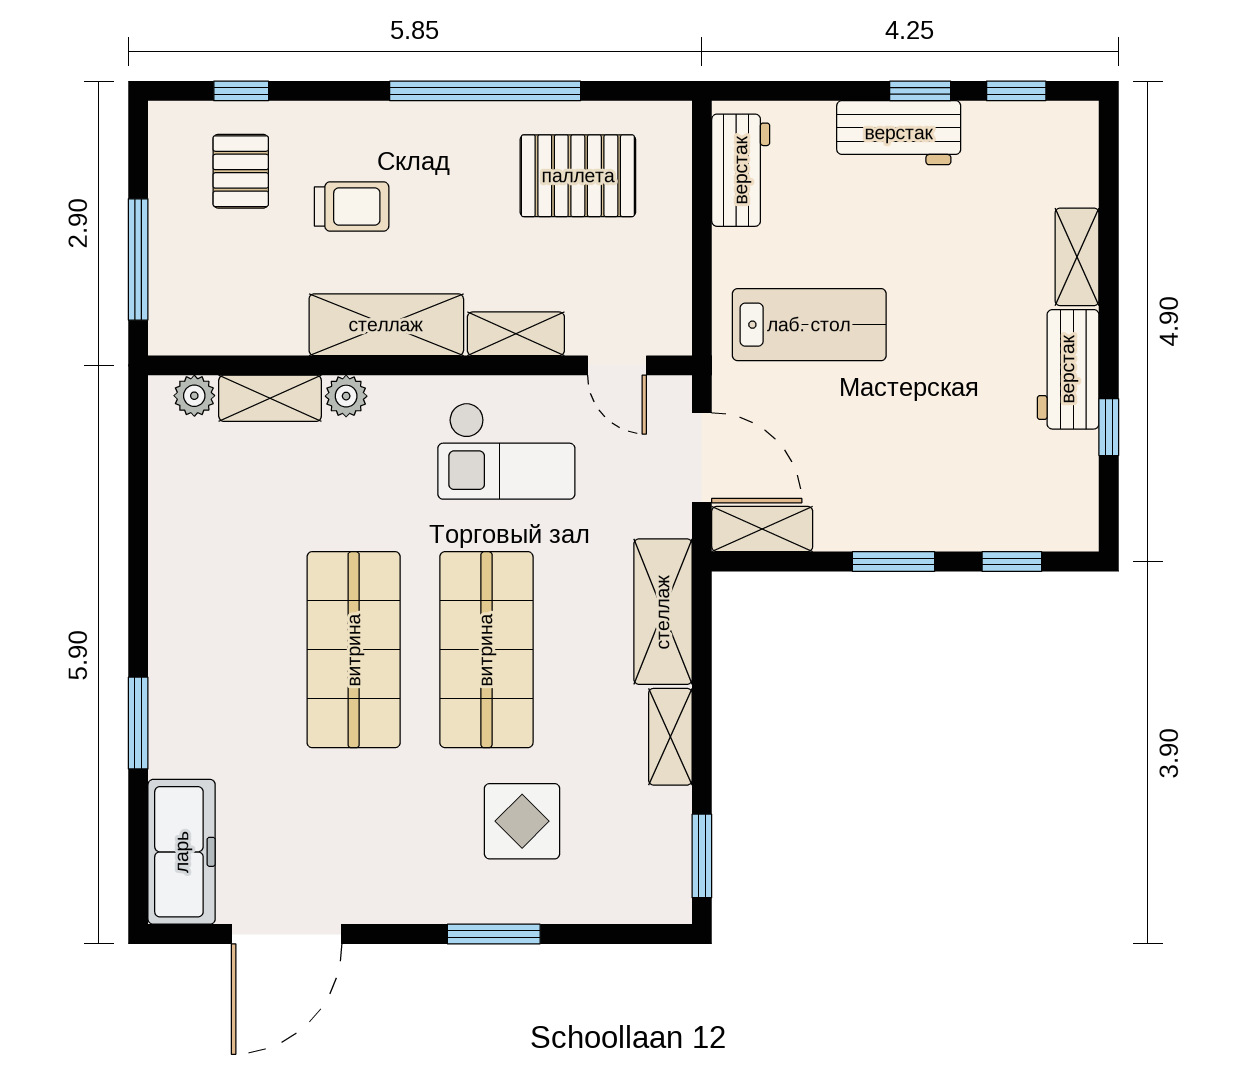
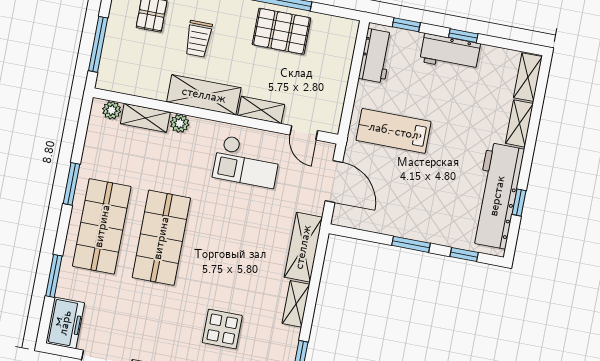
window: (1016, 91) -> (406, 25), moved
pallet: (578, 176) -> (281, 31), moved
trolley: (352, 207) -> (198, 39), turned 90
lab bench: (809, 325) -> (394, 131), turned 180
workbench: (1068, 369) -> (497, 196), width x1.88, depth x1.32
shelving: (762, 529) -> (528, 77), moved, turned 90
window: (138, 571) -> (71, 184), added
shop shelf: (486, 650) -> (102, 226), moved
window: (138, 723) -> (54, 276), moved
freezer: (182, 852) -> (65, 323), width x0.71

